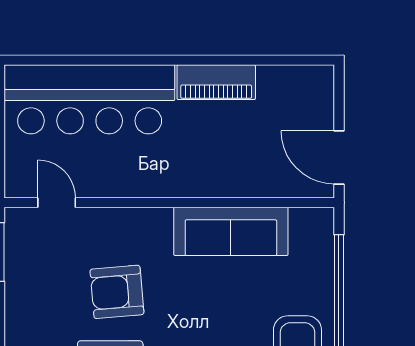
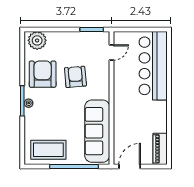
piano: (216, 82) -> (160, 149), moved
sofa: (231, 231) -> (97, 131), width x1.36, depth x1.27

